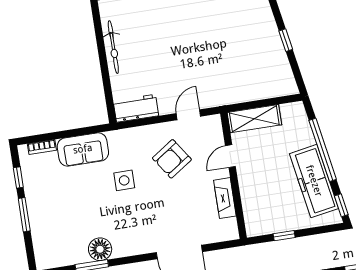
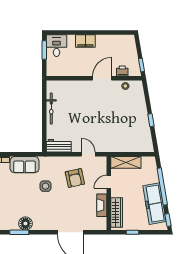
door: (188, 115) -> (88, 154), hinge flipped
armchair: (172, 159) -> (75, 178), turned -68
wardrobe: (252, 206) -> (117, 213), added

